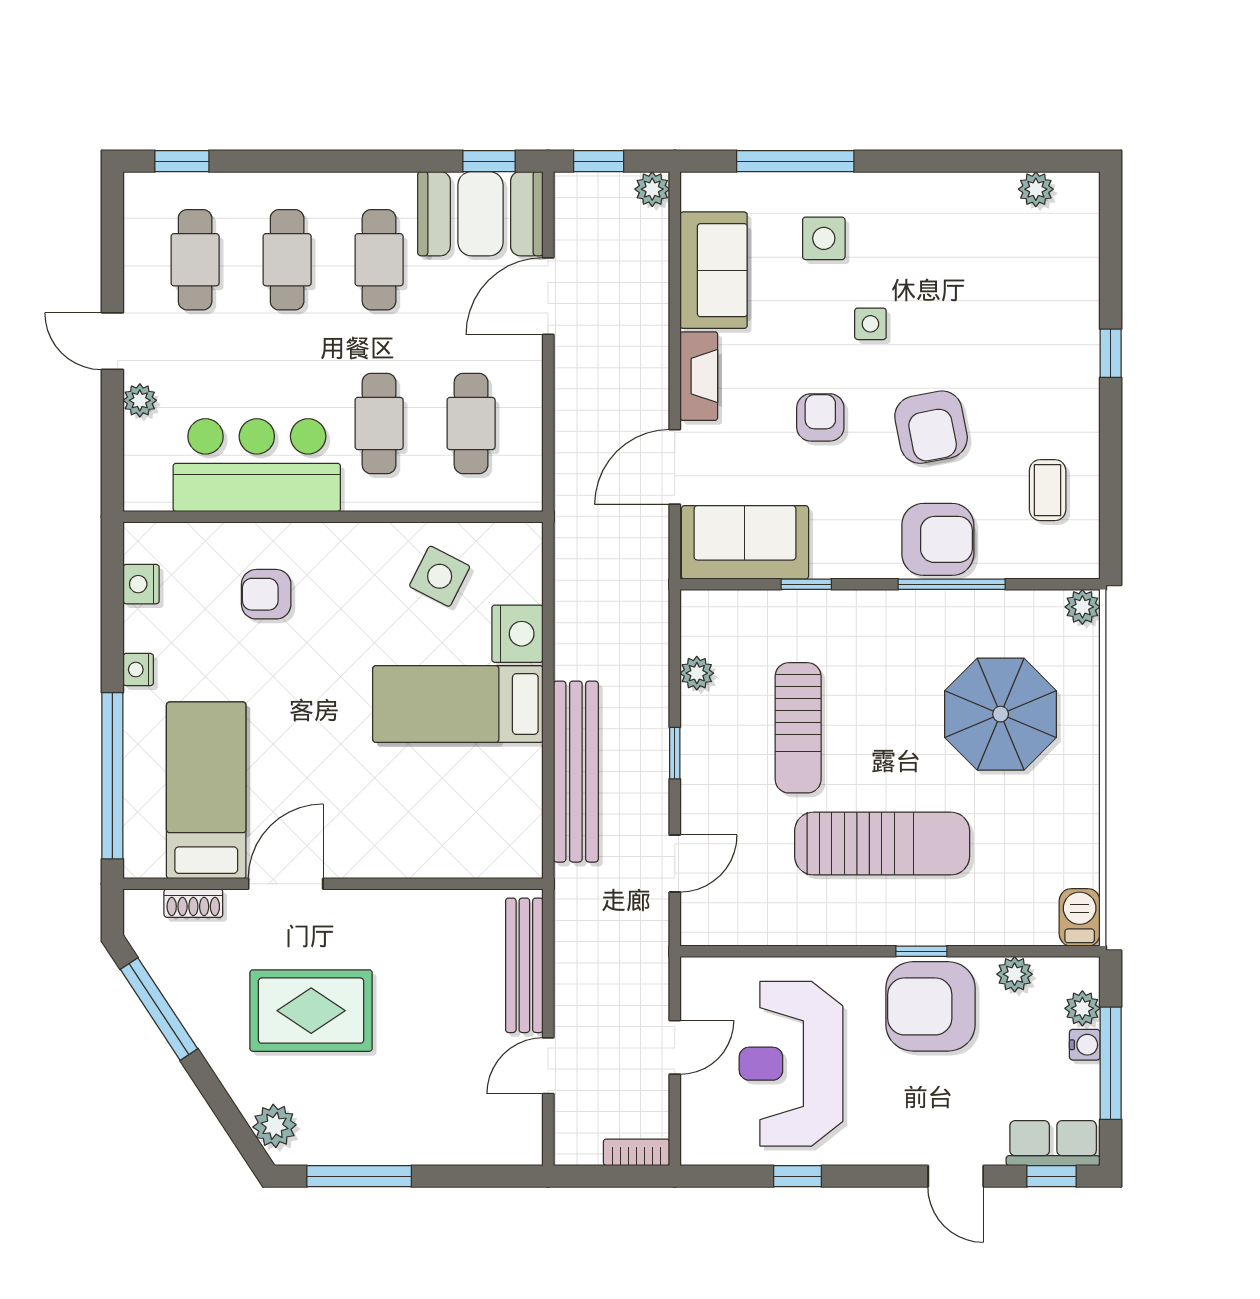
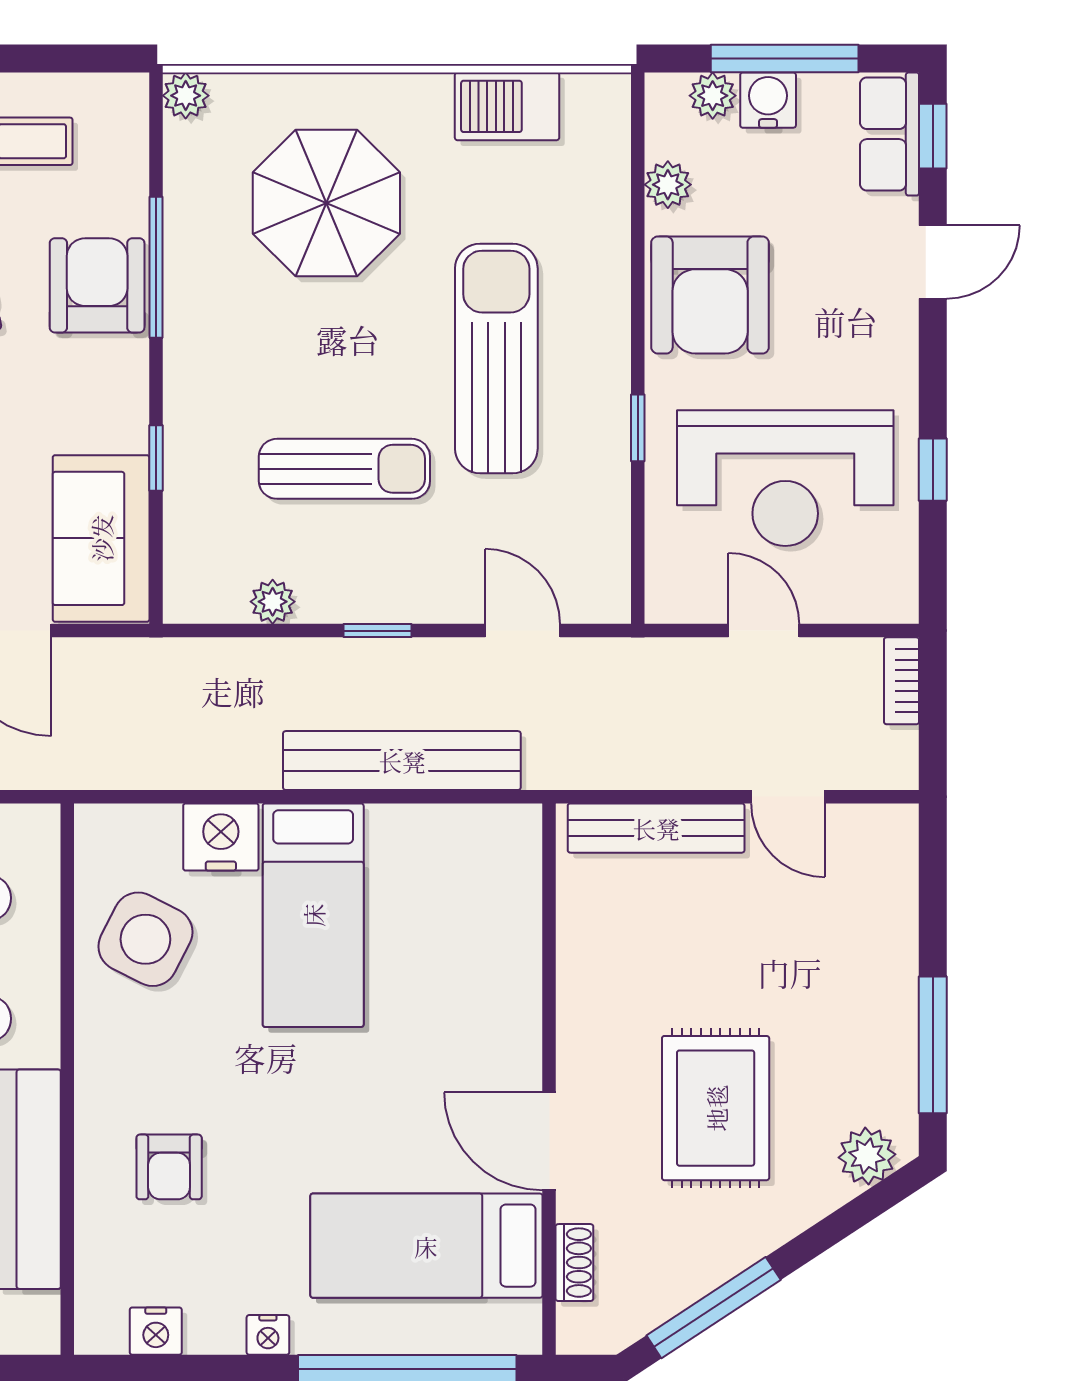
side table: (440, 576) -> (145, 939), width x1.37, depth x1.37
barbecue: (1080, 917) -> (507, 106), moved, width x1.38, depth x1.27
window: (921, 951) -> (638, 428), moved
water cooler: (1085, 1045) -> (768, 100), width x1.38, depth x1.38

